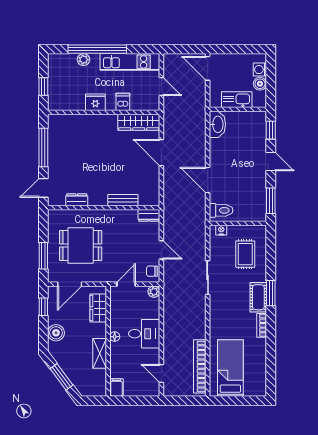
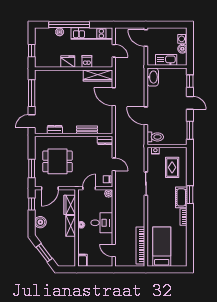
shelving: (100, 353) -> (71, 226), moved

